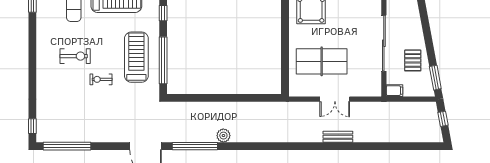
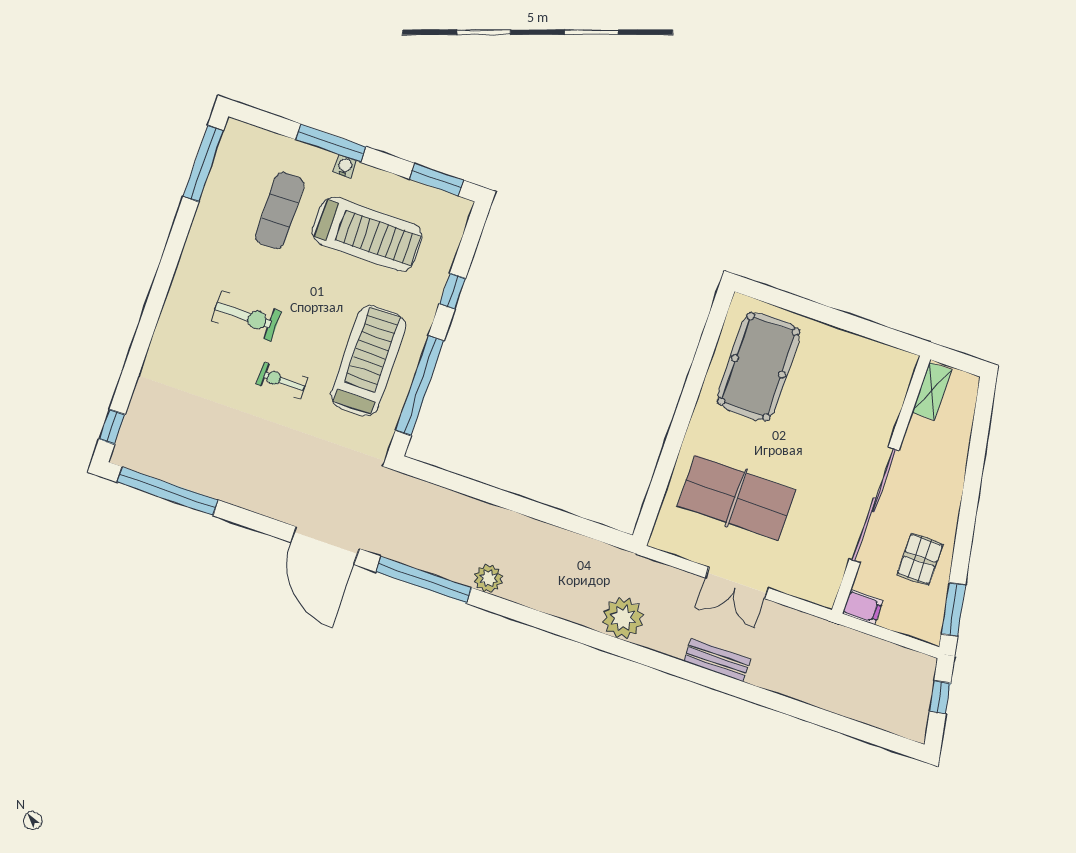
plant: (289, 132) -> (623, 618), added

